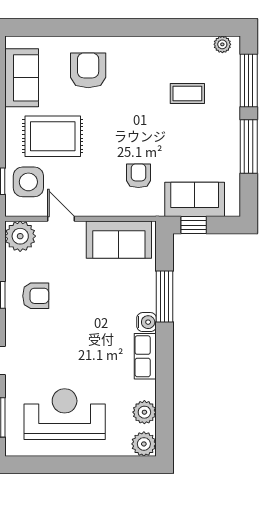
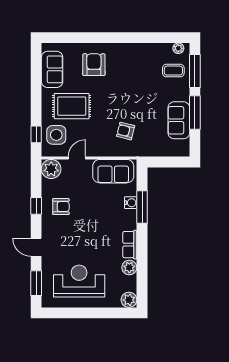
coffee table: (187, 94) -> (173, 71), moved
armchair: (138, 176) -> (126, 131), turned -76
sofa: (195, 199) -> (179, 120), moved, turned -90
door: (61, 219) -> (77, 158), hinge flipped
window: (194, 225) -> (160, 162), removed
water cooler: (147, 322) -> (131, 203), moved
plant: (144, 412) -> (129, 267), moved

